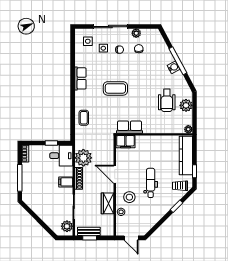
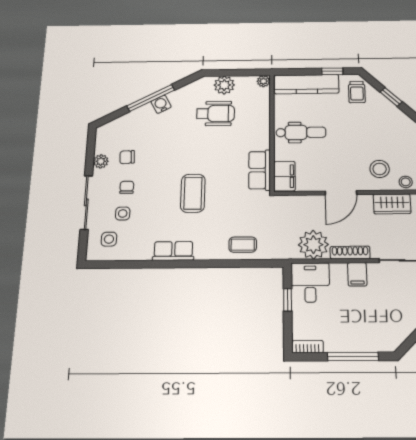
dental chair: (151, 183) -> (301, 132), moved, turned 180

